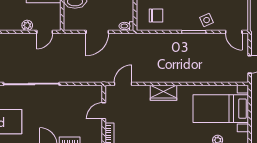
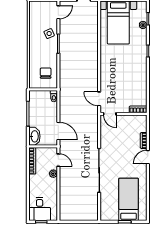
door: (97, 32) -> (58, 131), moved
wardrobe: (163, 93) -> (106, 67), removed
door: (104, 111) -> (110, 114), moved

